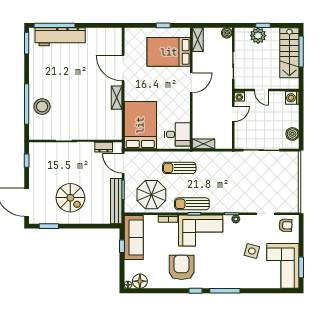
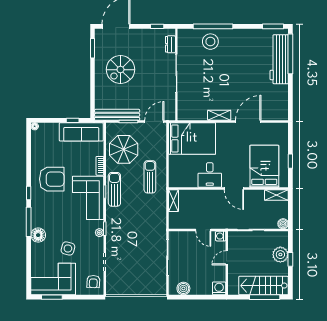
desk: (177, 134) -> (210, 175), moved
dresser: (104, 147) -> (170, 44), moved
floor lamp: (140, 281) -> (38, 235), moved

